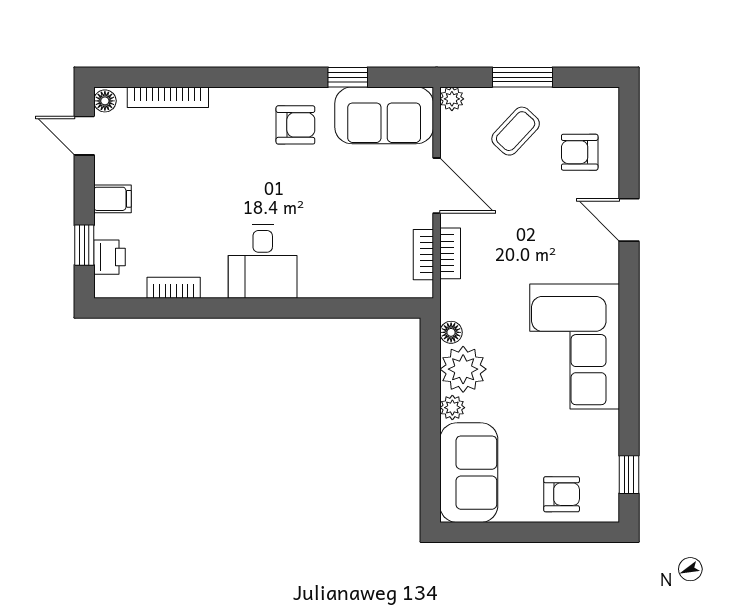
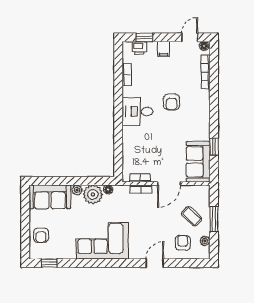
plant: (452, 99) -> (205, 241), moved
armchair: (295, 125) -> (172, 102), moved

